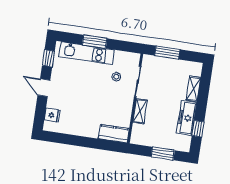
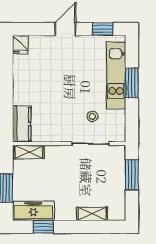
shelving: (140, 111) -> (29, 152), moved
fridge: (52, 115) -> (20, 44), moved
freezer: (187, 118) -> (33, 211), moved

